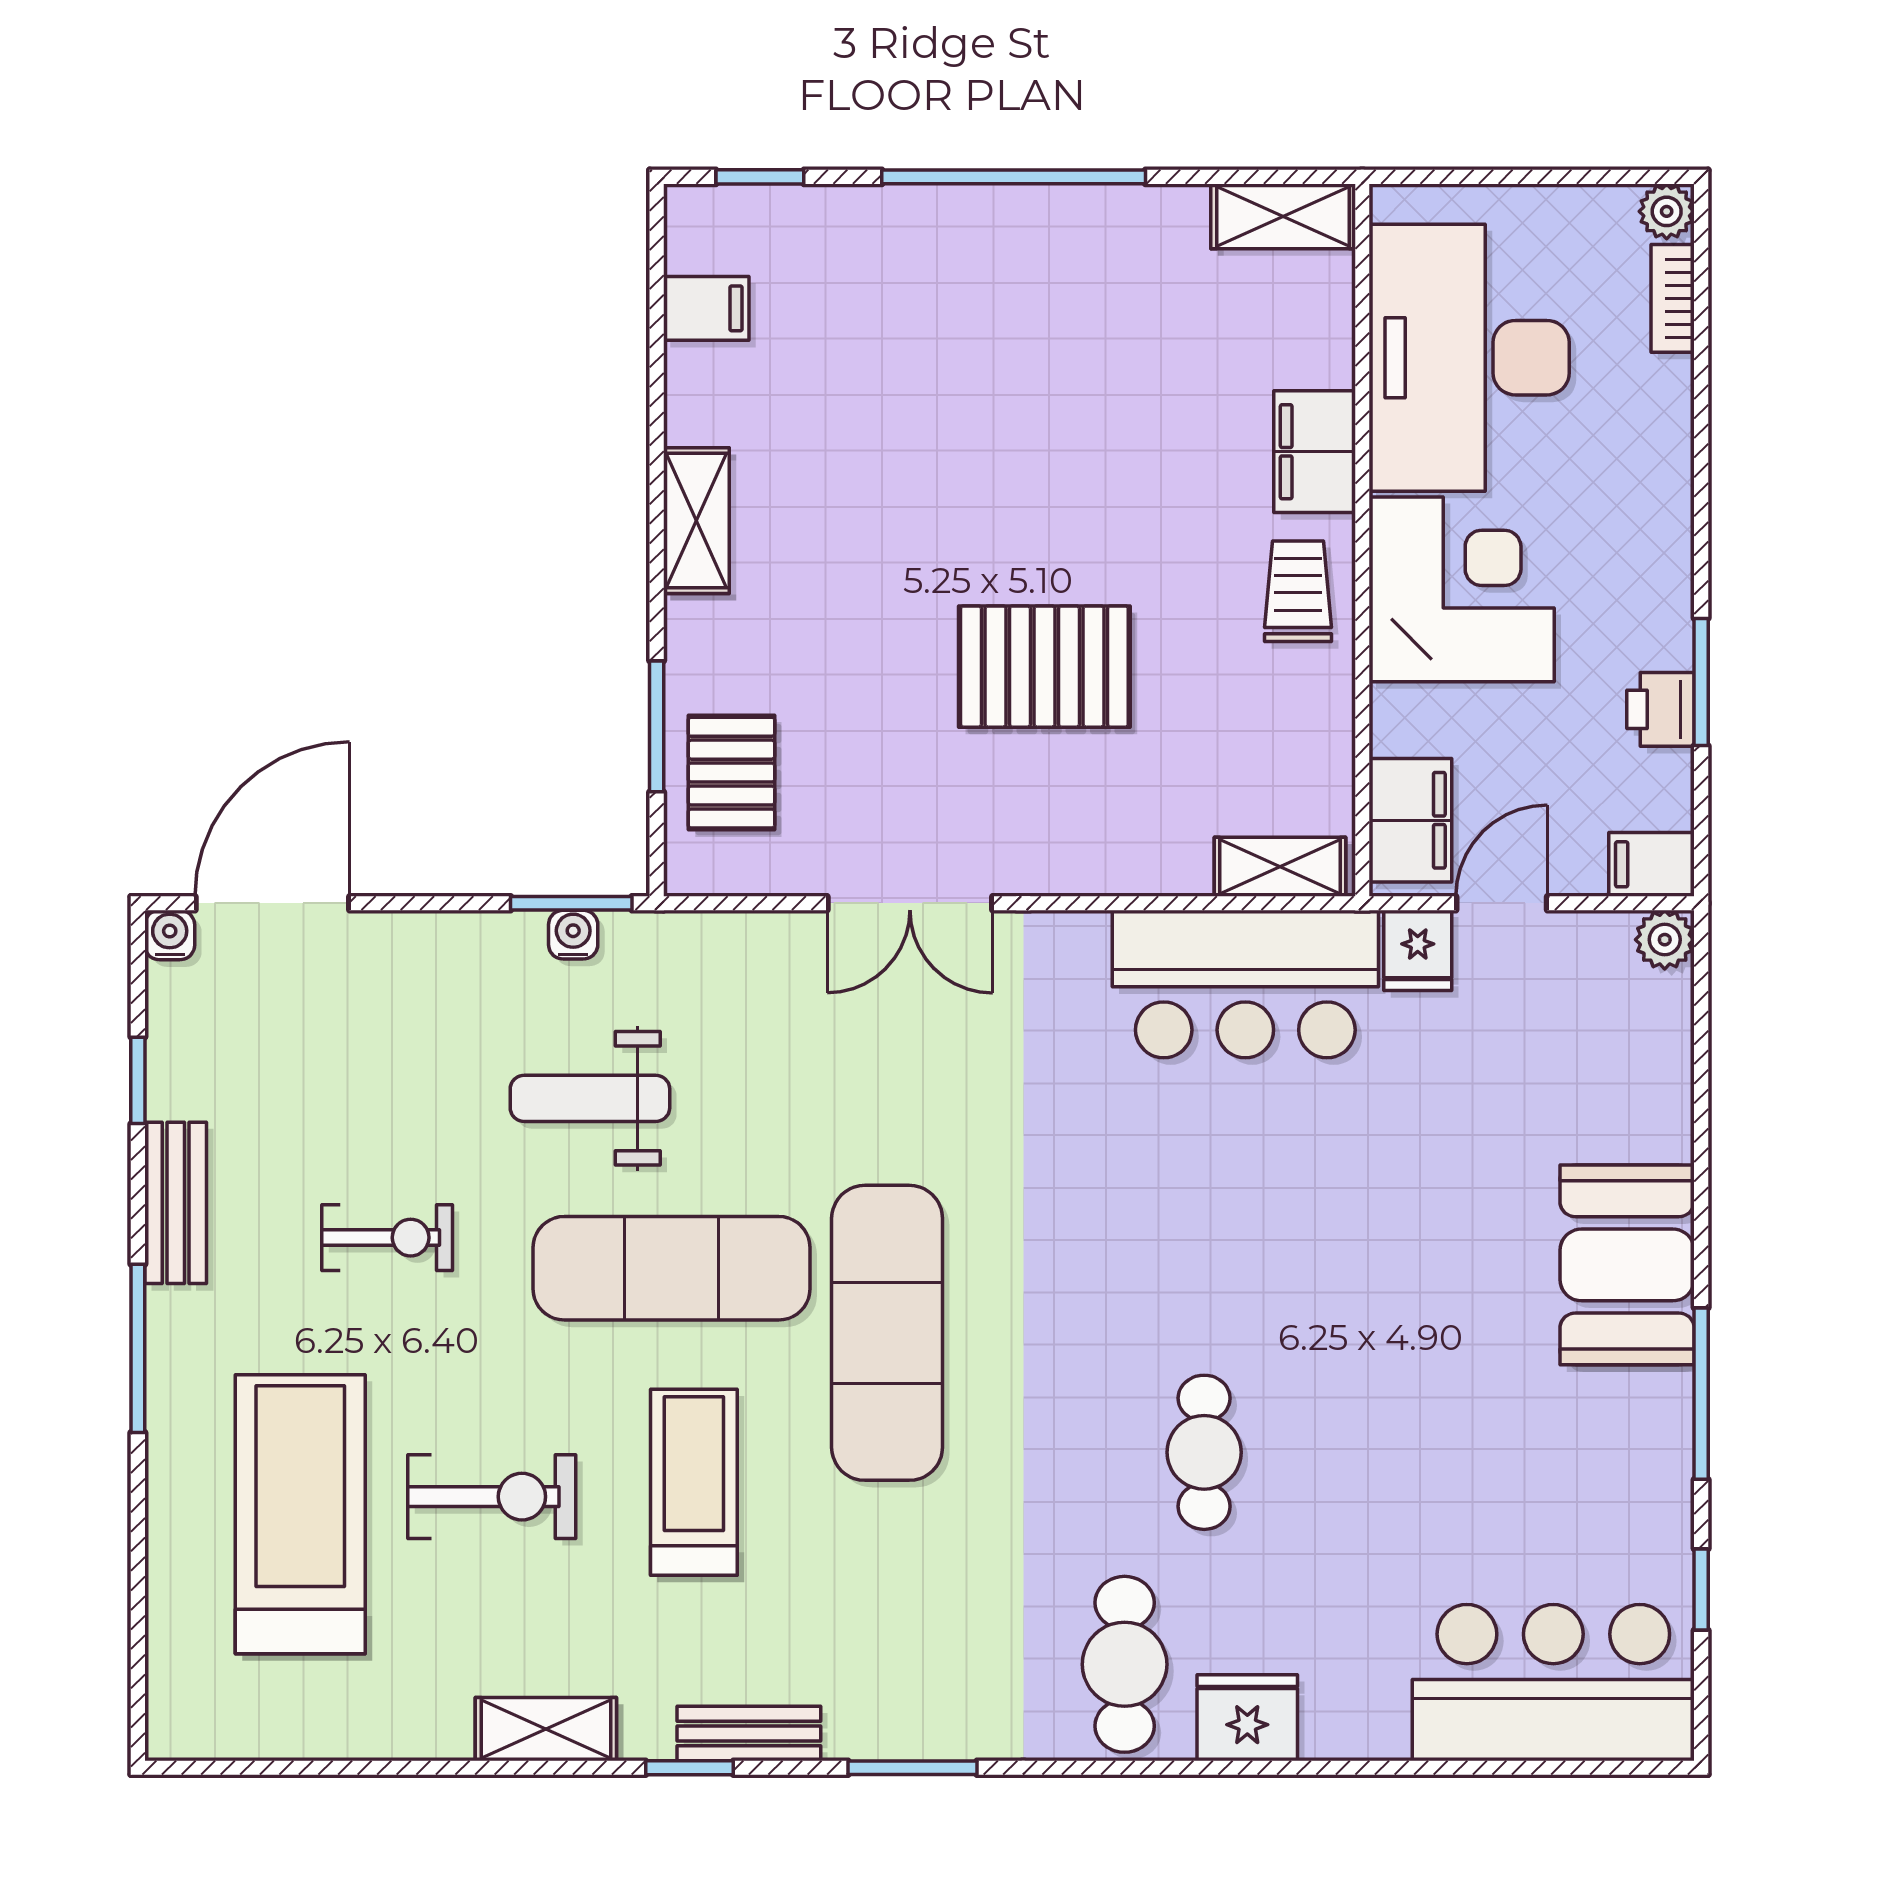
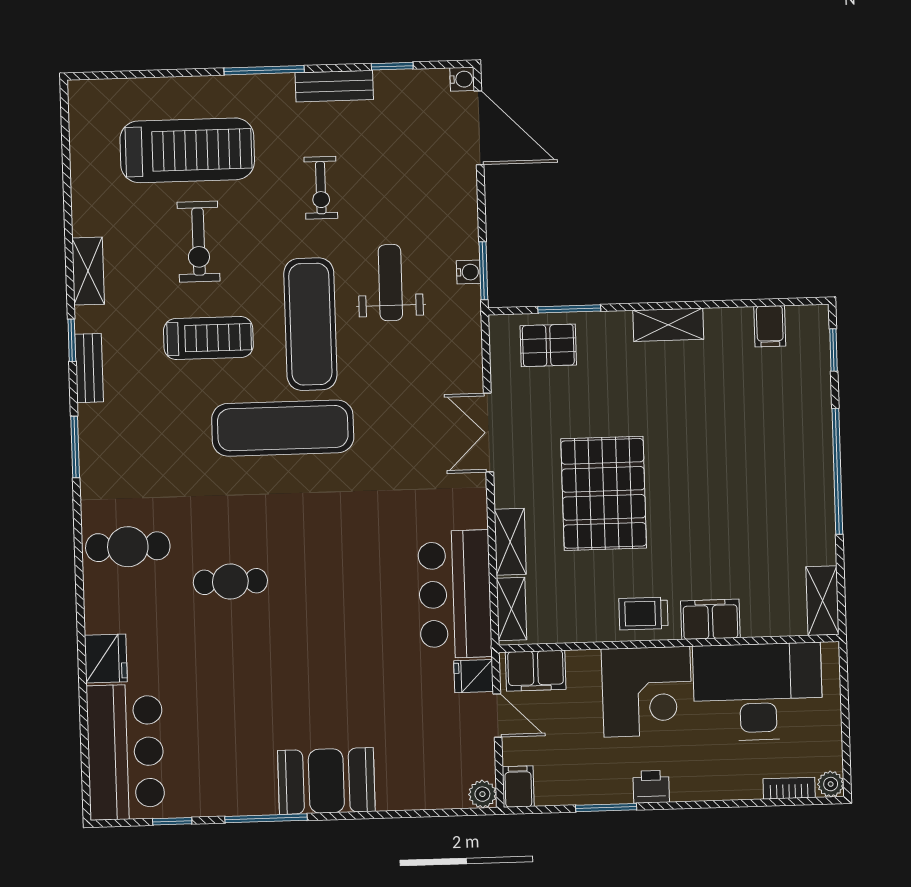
trolley: (1298, 591) -> (643, 614), turned 180
pallet: (1044, 667) -> (604, 493), width x1.37, depth x1.41
printer: (1661, 709) -> (651, 787), moved
shelving: (1139, 865) -> (510, 542), added
fridge: (1247, 1718) -> (106, 659), moved

